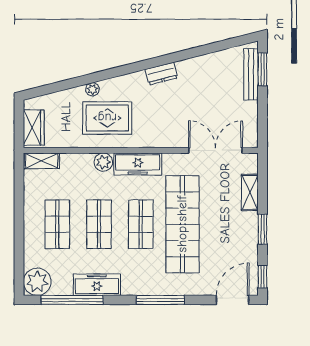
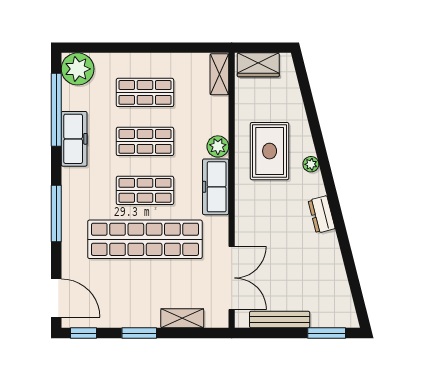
bench: (251, 74) -> (280, 320), moved
plant: (92, 89) -> (311, 164), moved

